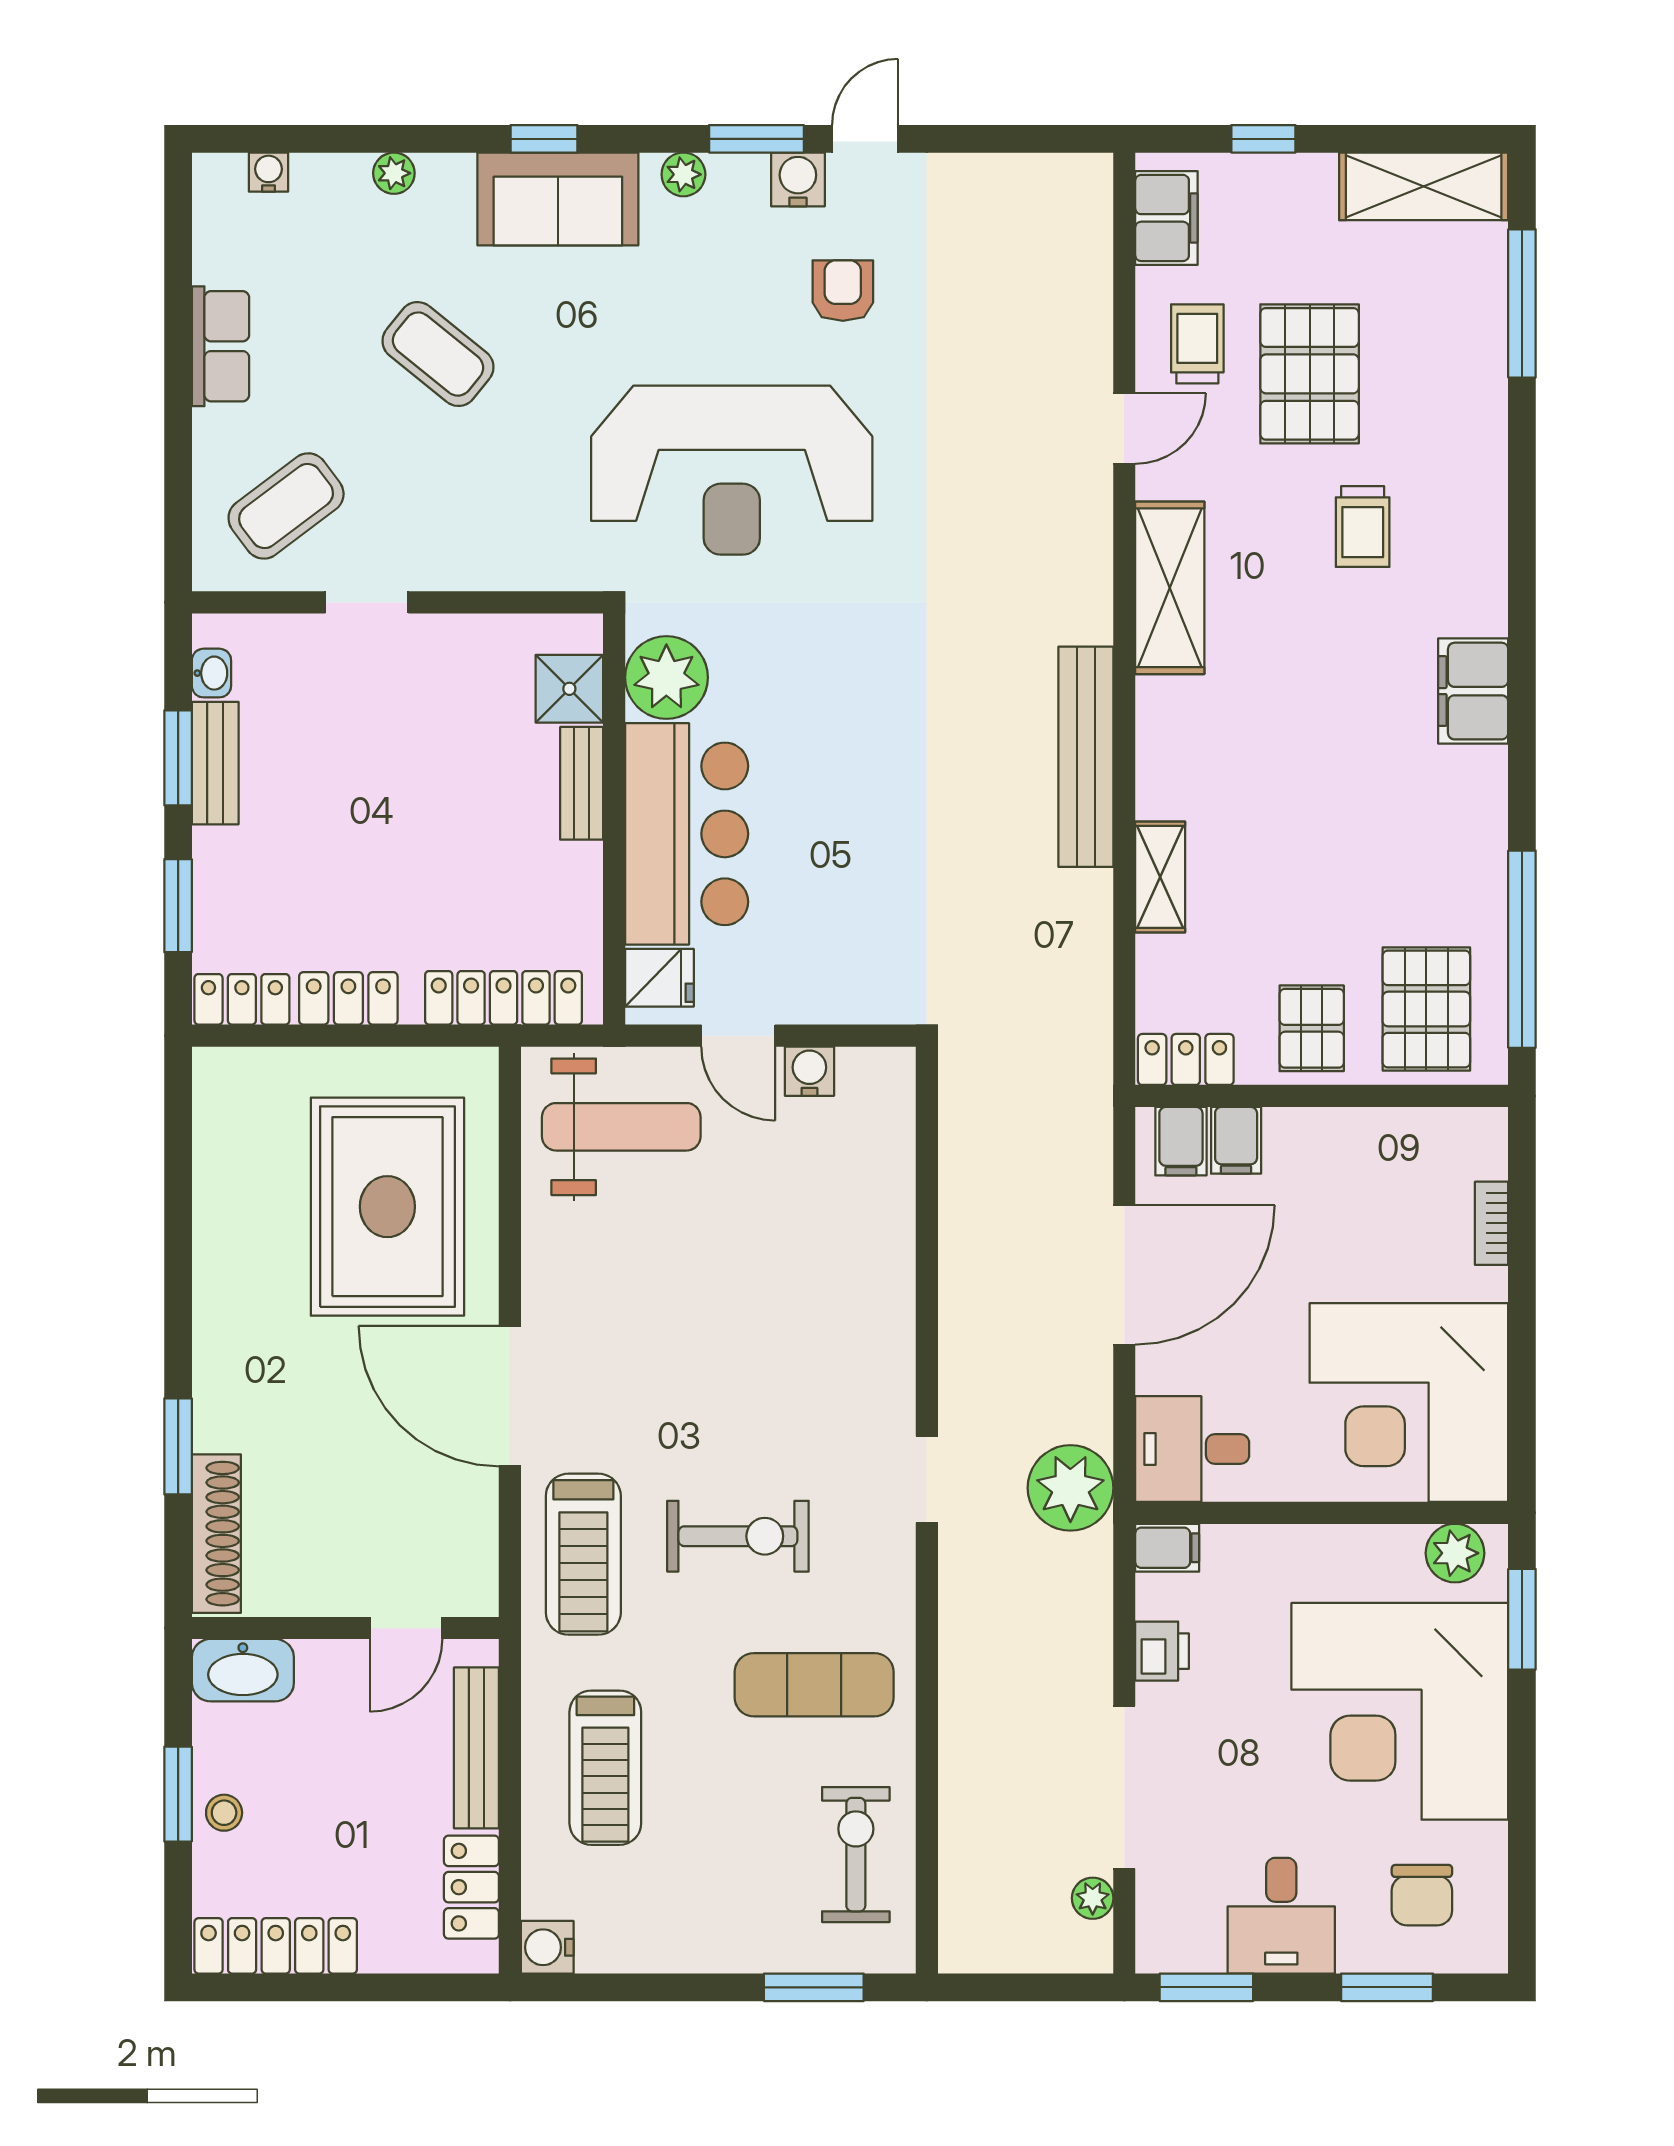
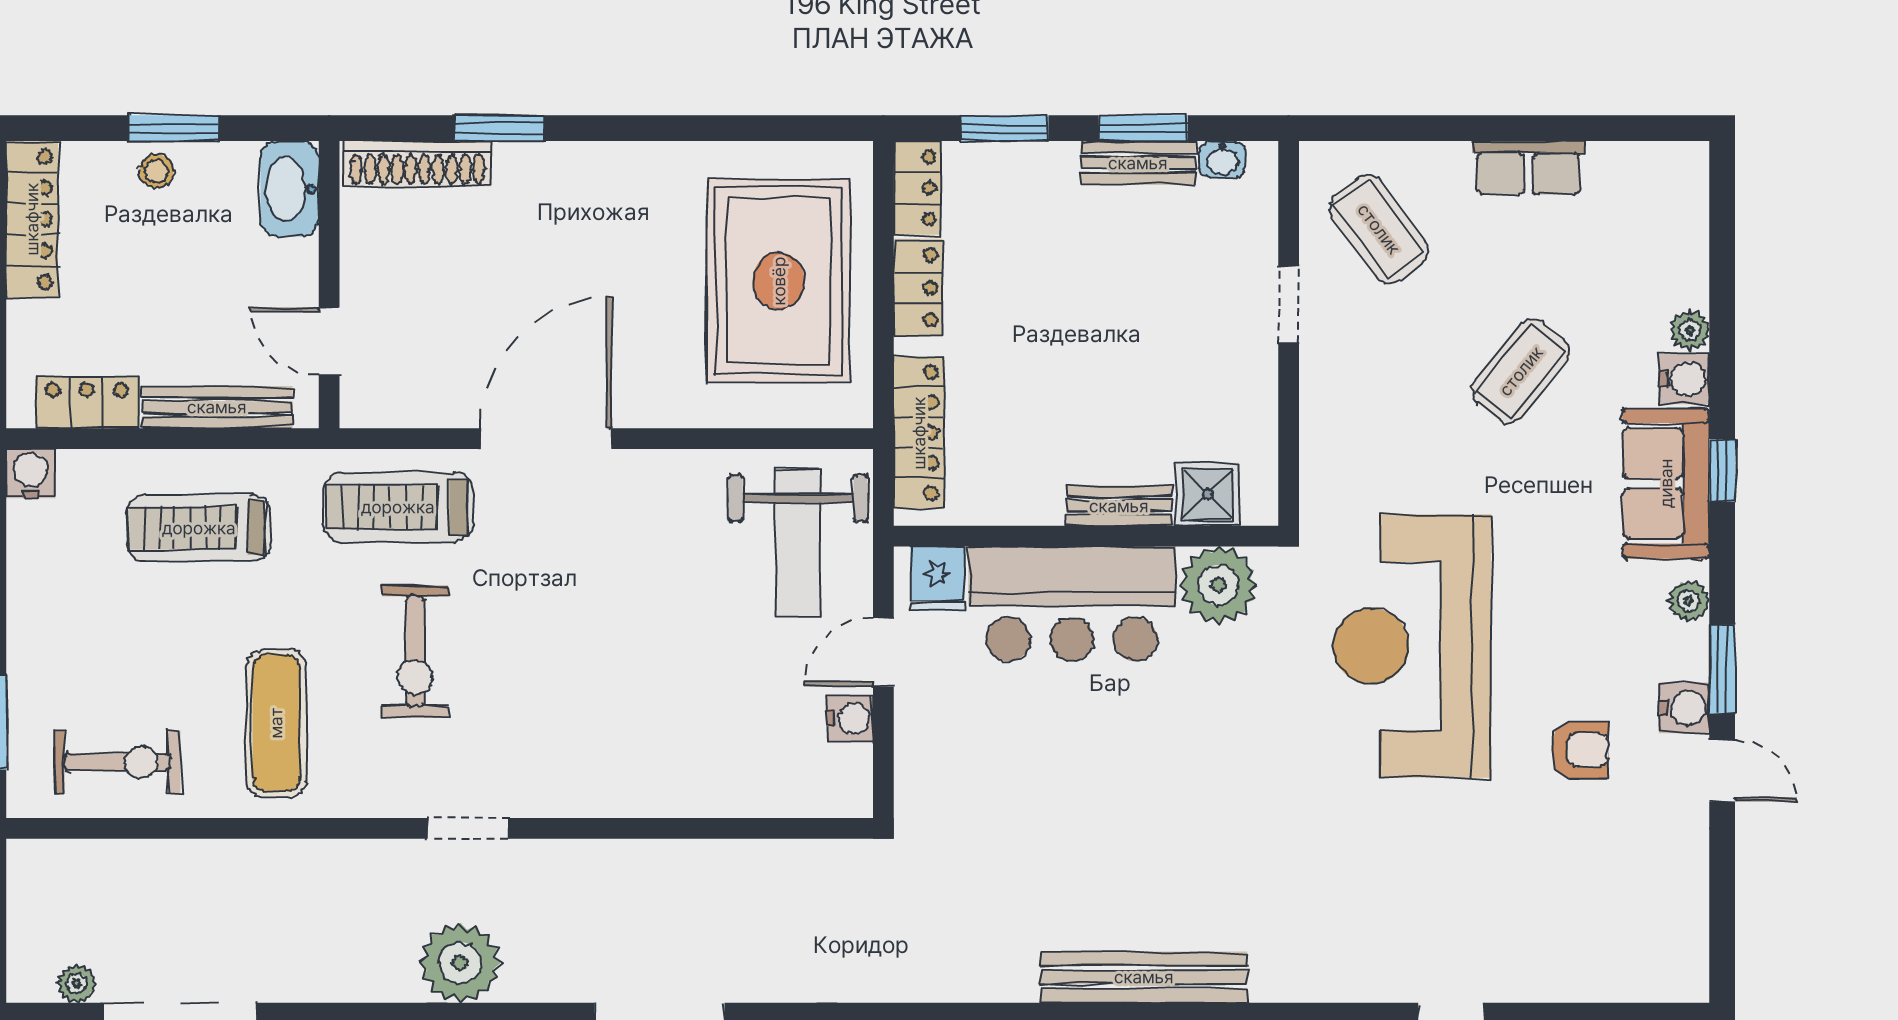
water cooler: (268, 172) -> (1684, 379), moved, width x1.38, depth x1.38
rug: (387, 1207) -> (779, 281), moved, turned 90

